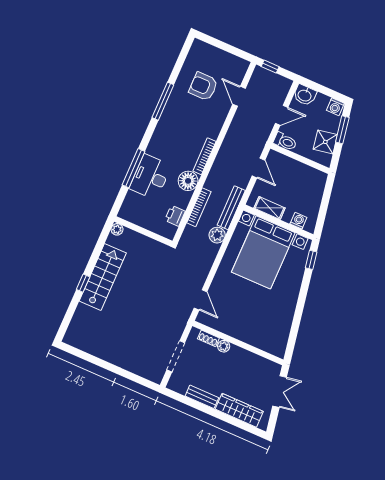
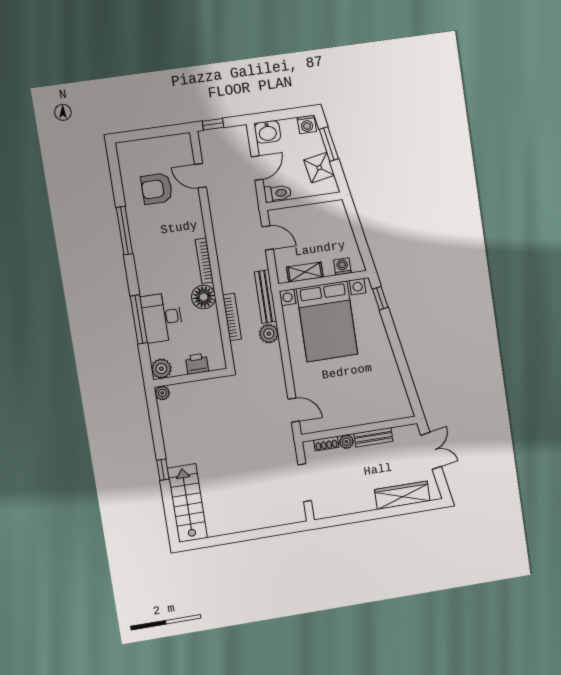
plant: (127, 212) -> (161, 369), added
printer: (175, 216) -> (197, 364), moved, turned 90
stairs: (103, 277) -> (187, 503), moved
bench: (202, 397) -> (373, 437), moved

